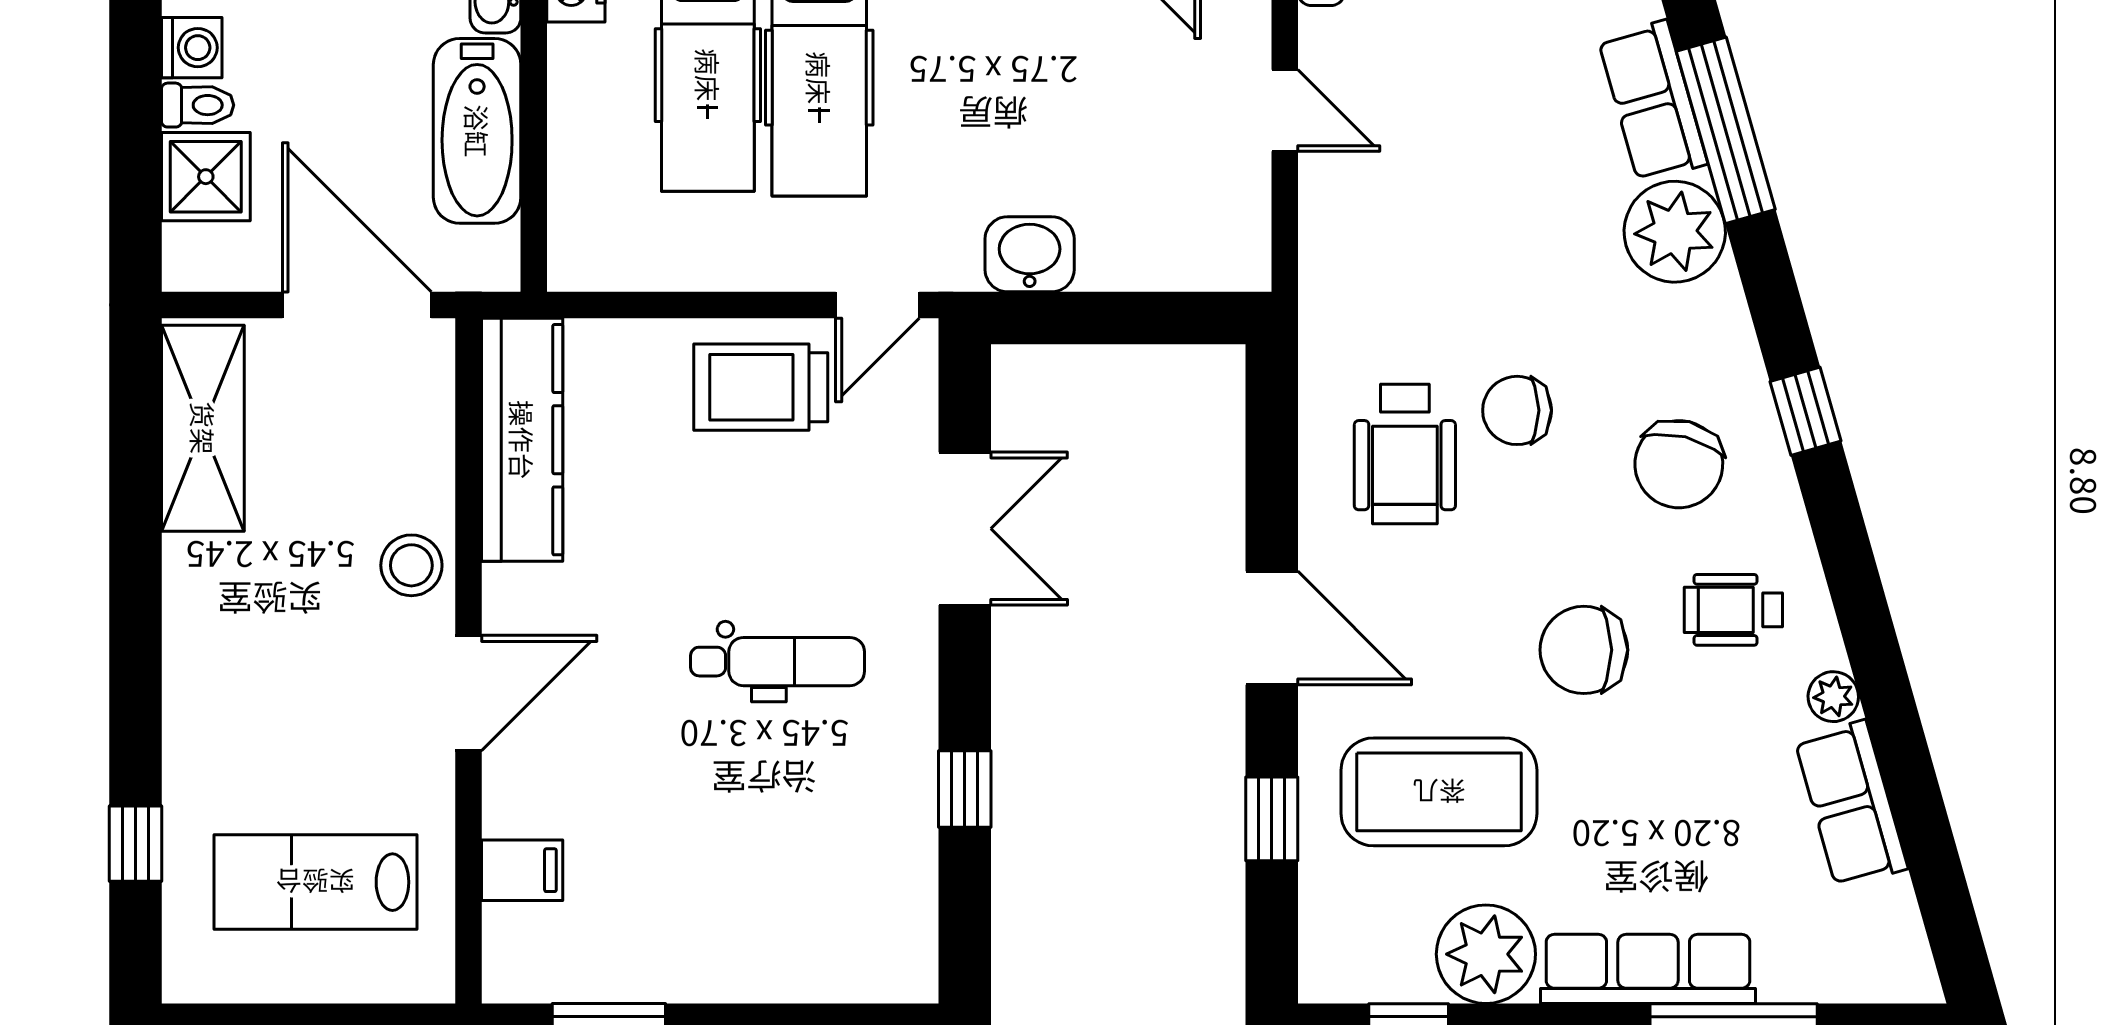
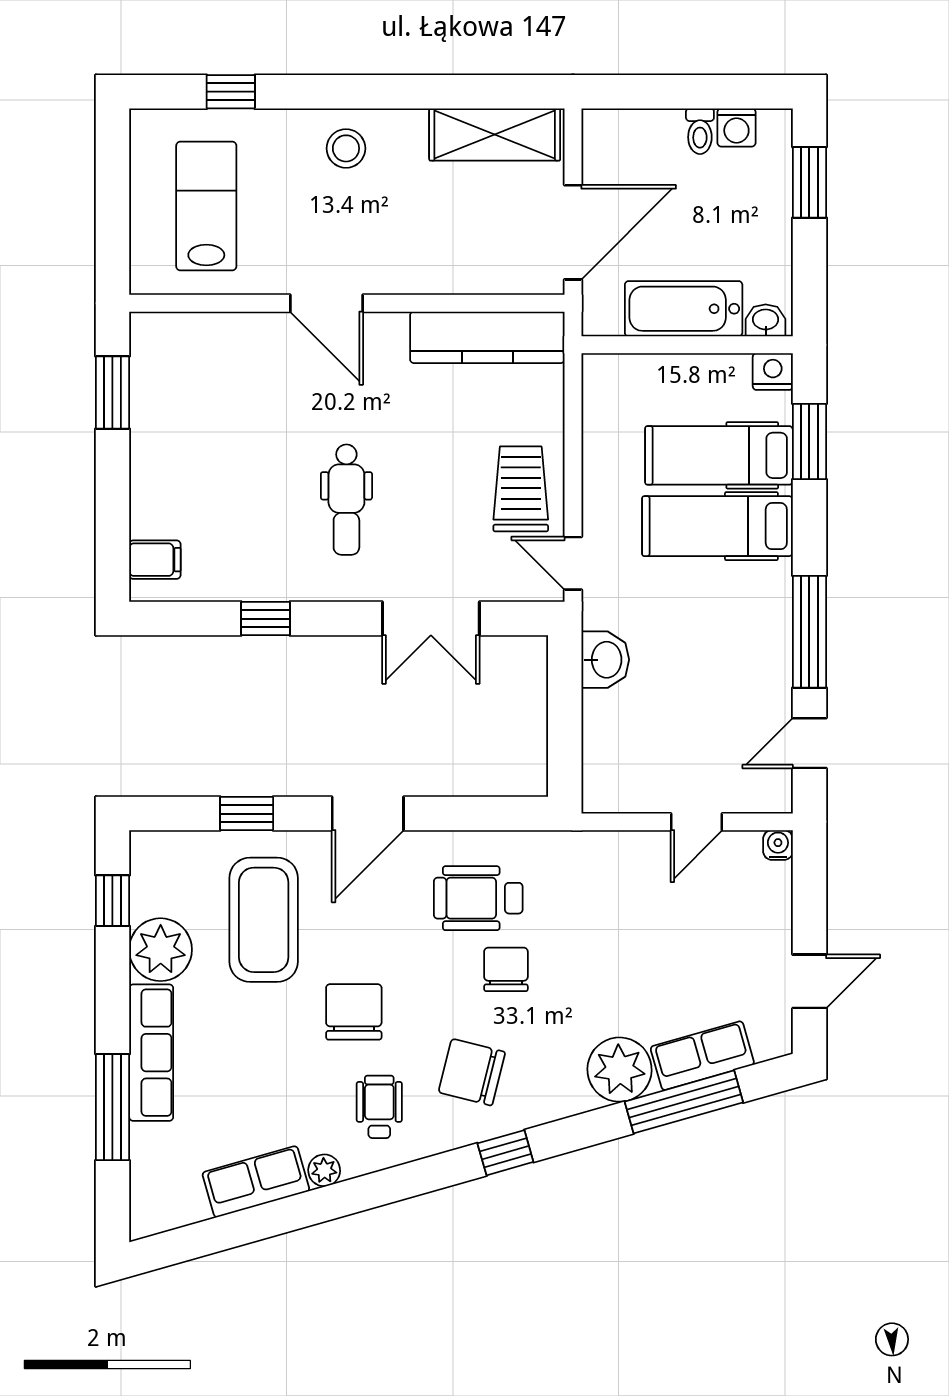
shower: (206, 177) -> (654, 136), removed
stool: (411, 565) -> (346, 148), moved
filing cabinet: (522, 870) -> (155, 560), moved, turned -90

